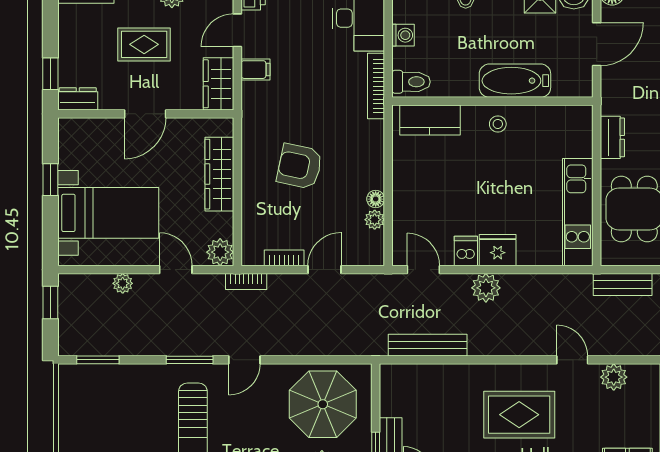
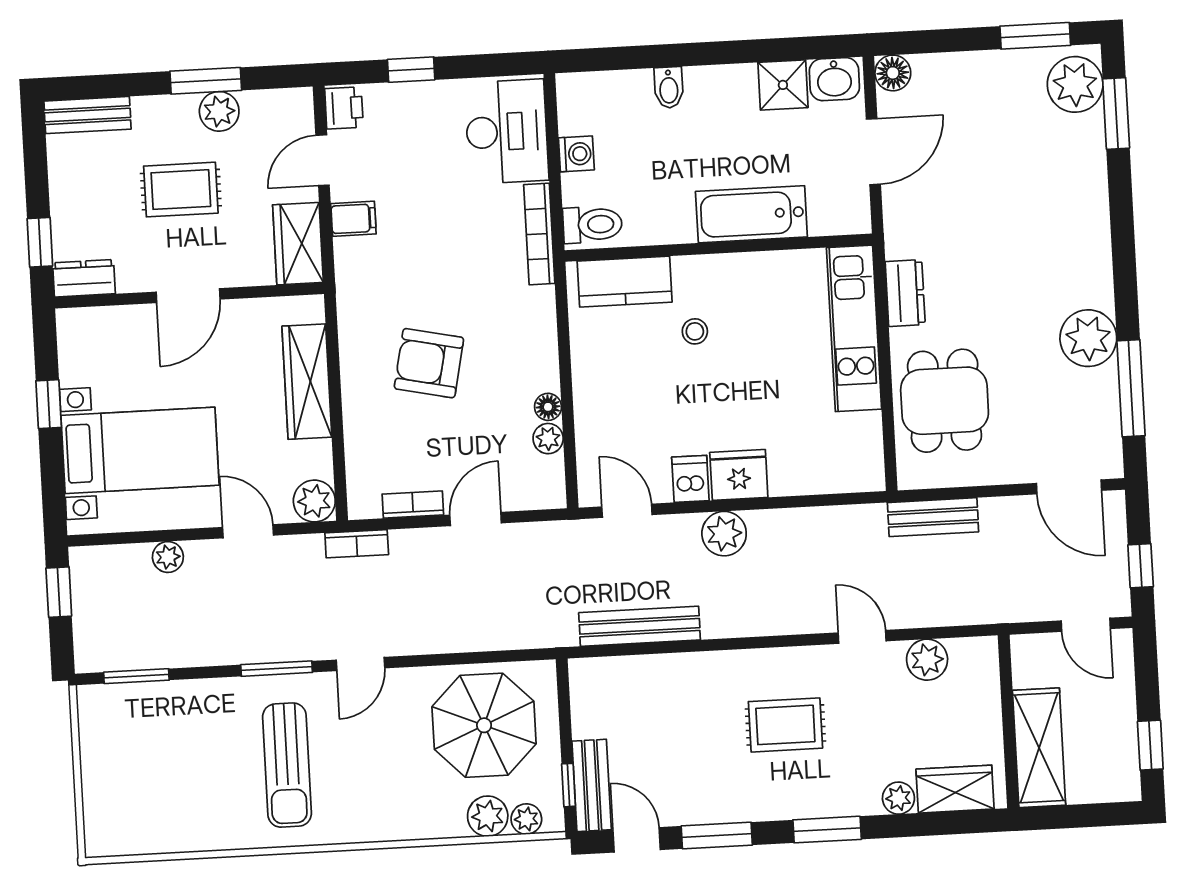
stool: (498, 124) -> (695, 331), moved
kitchen unit: (578, 212) -> (854, 328), moved
rug: (519, 415) -> (785, 725), width x0.73, depth x0.70

